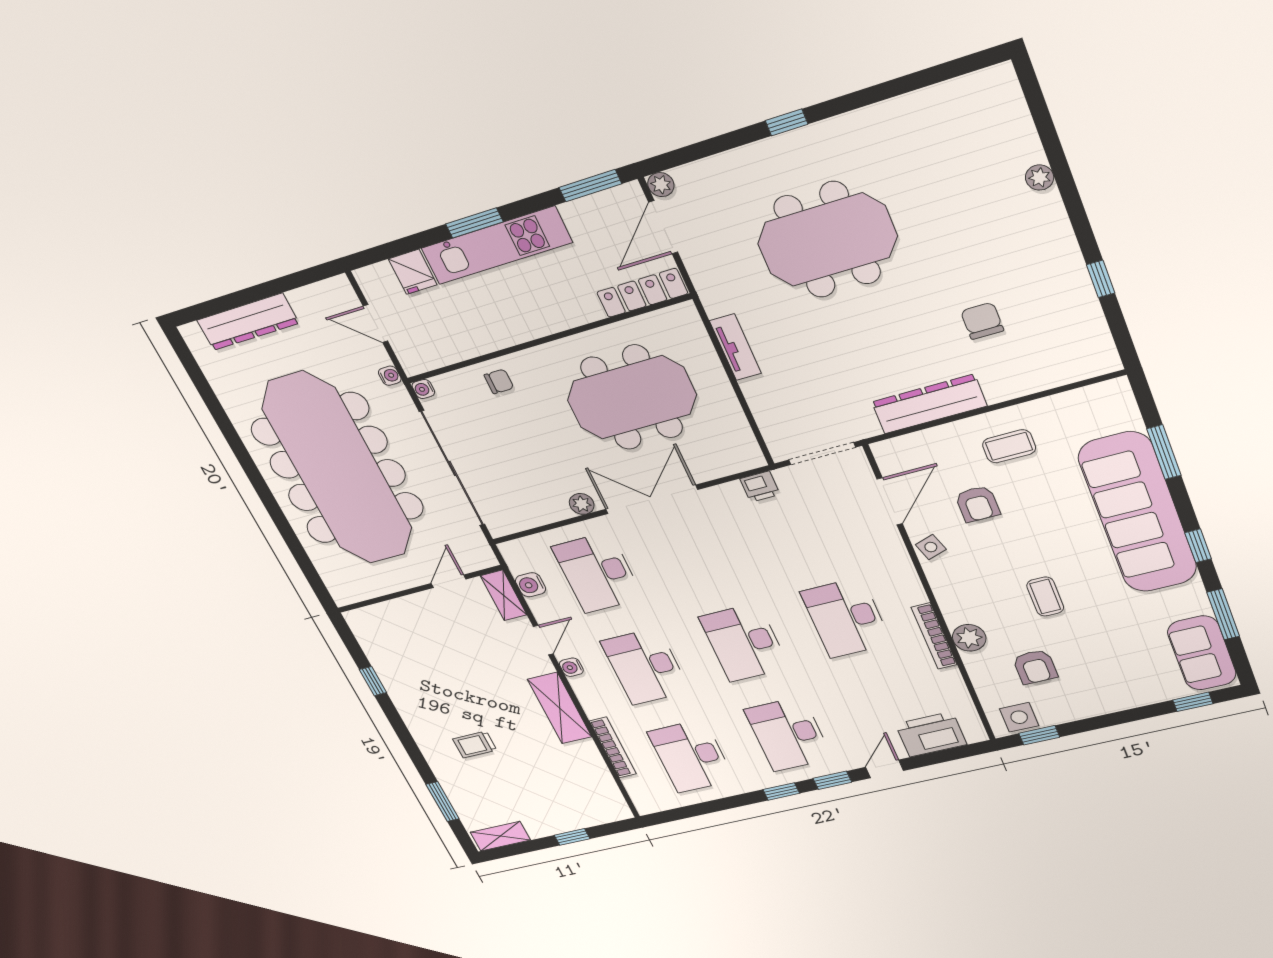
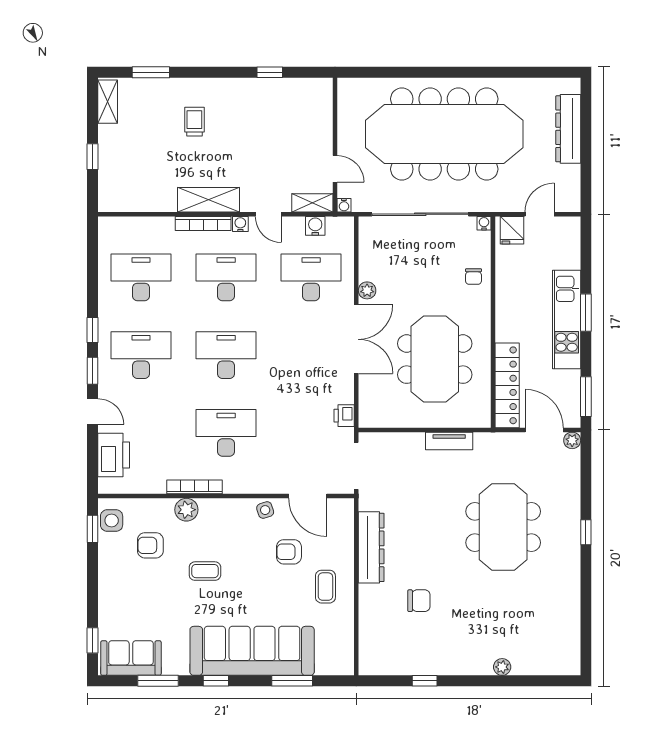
fridge: (413, 272) -> (512, 230), moved, turned -90
locker: (642, 293) -> (507, 385), width x1.41, depth x1.21
water cooler: (390, 376) -> (344, 205), moved
bookcase: (613, 748) -> (203, 223), moved

